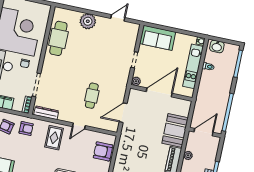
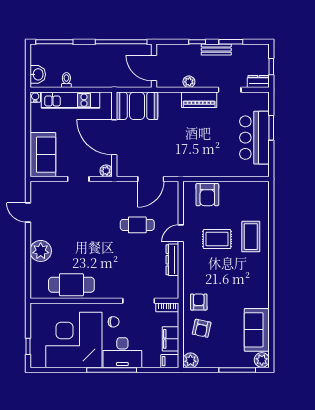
dresser: (46, 113) -> (172, 260), moved
door: (123, 113) -> (151, 179), hinge flipped
door: (79, 126) -> (181, 233), swing flipped
booth: (175, 131) -> (137, 106), moved
rug: (54, 138) -> (217, 239), moved

